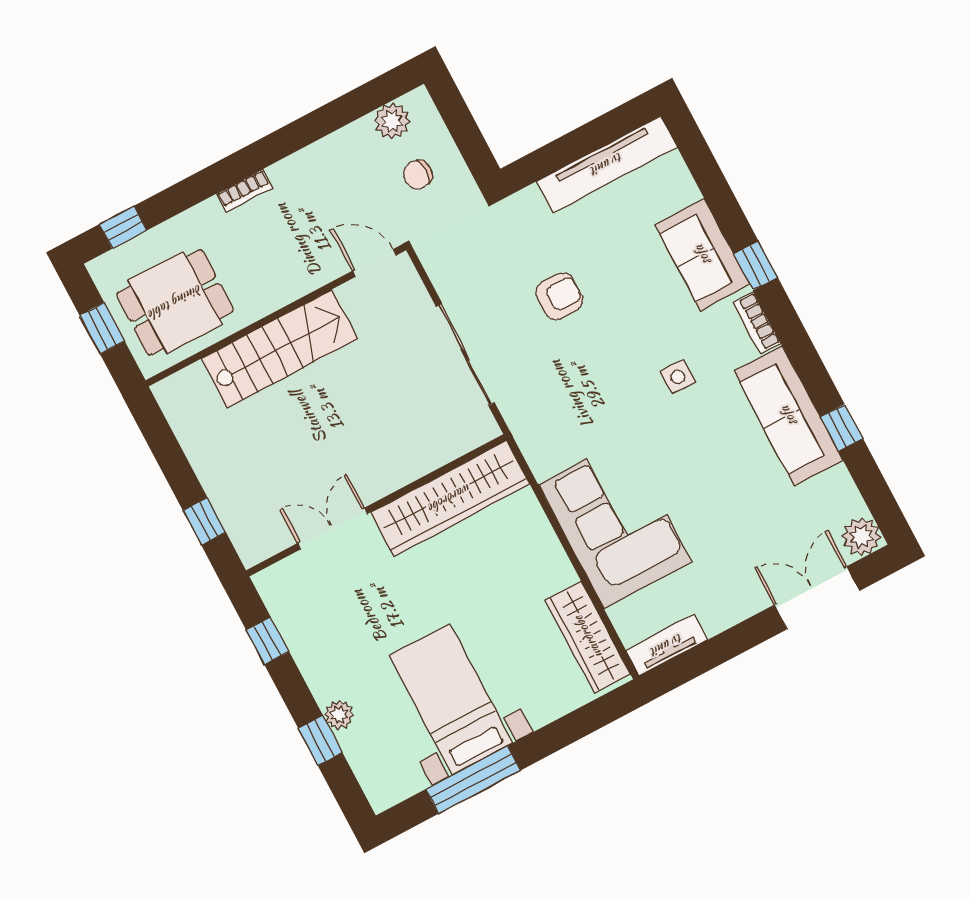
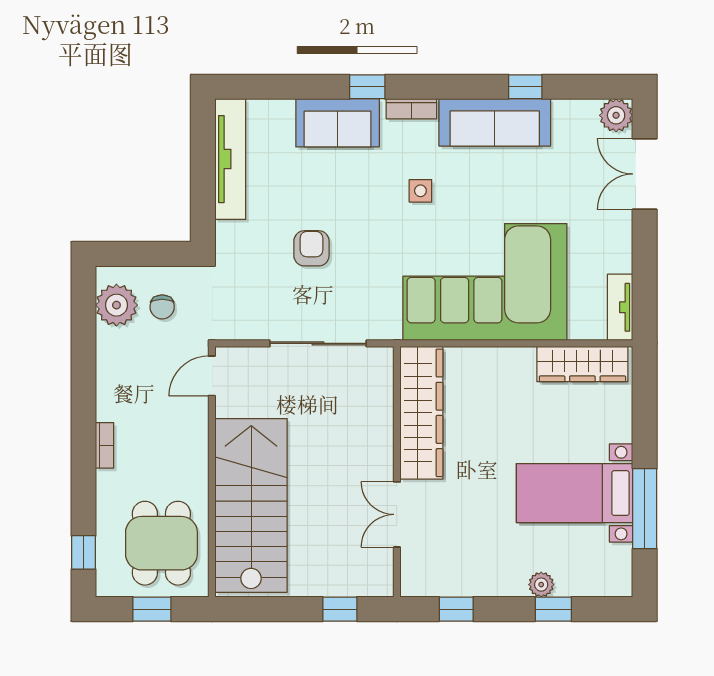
plant: (392, 121) -> (116, 305), width x1.36, depth x1.36
stairs: (280, 349) -> (251, 505), width x1.36, depth x1.51
corner sofa: (615, 523) -> (485, 282), width x1.36, depth x1.36

